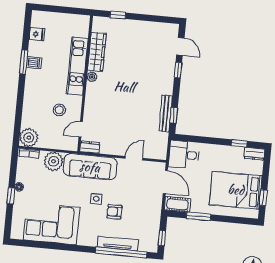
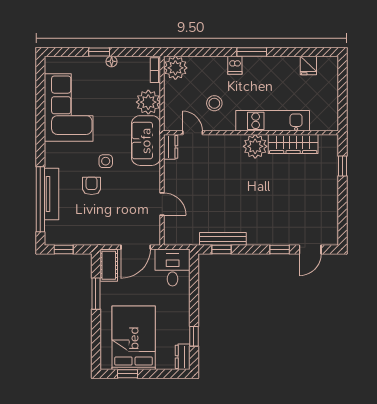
window: (24, 62) -> (252, 52), moved
dishwasher: (34, 63) -> (235, 65), moved
plant: (92, 77) -> (255, 146), width x1.87, depth x1.87
sofa: (90, 167) -> (146, 141), width x0.73

